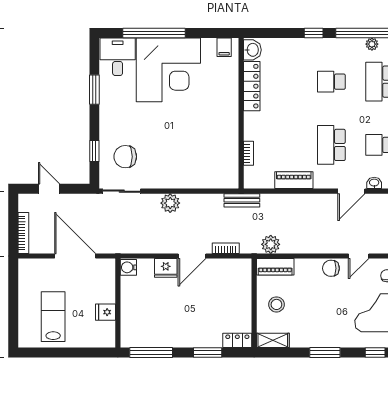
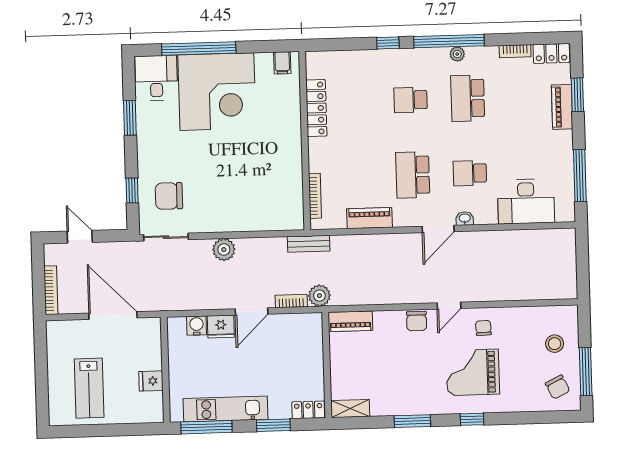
washbasin: (252, 50) -> (316, 65), removed
bookcase: (248, 153) -> (315, 196), width x1.56
plant: (271, 244) -> (319, 296), moved
water cooler: (128, 267) -> (197, 326), moved, turned 90
chair: (331, 268) -> (417, 321), turned -90
stool: (276, 304) -> (353, 366), removed
lab bench: (53, 317) -> (89, 388), turned 180
kitchen unit: (168, 338) -> (226, 409), added

